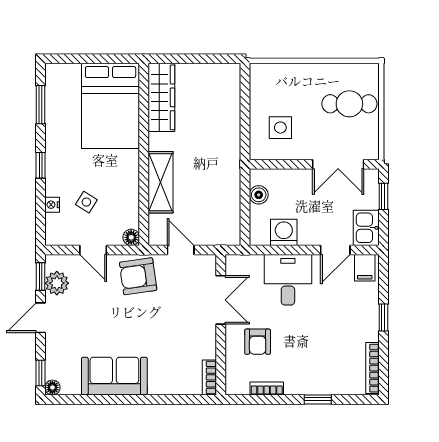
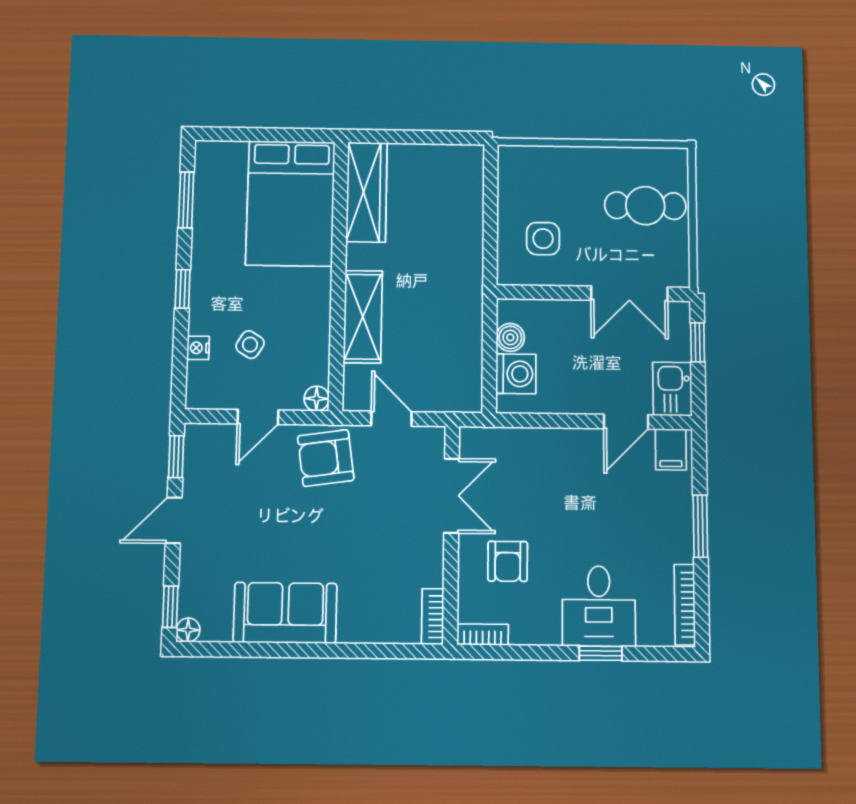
washing machine: (284, 232) -> (516, 374), moved, turned 90
door: (93, 250) -> (258, 417), hinge flipped
desk: (288, 280) -> (599, 606), moved, turned 180
plant: (57, 283) -> (201, 467), removed
window: (383, 318) -> (700, 526), width x1.50
bookcase: (267, 388) -> (483, 635), moved

